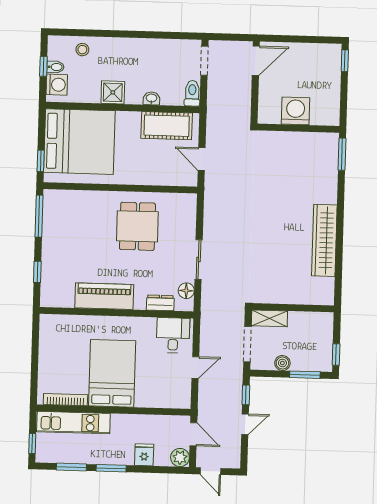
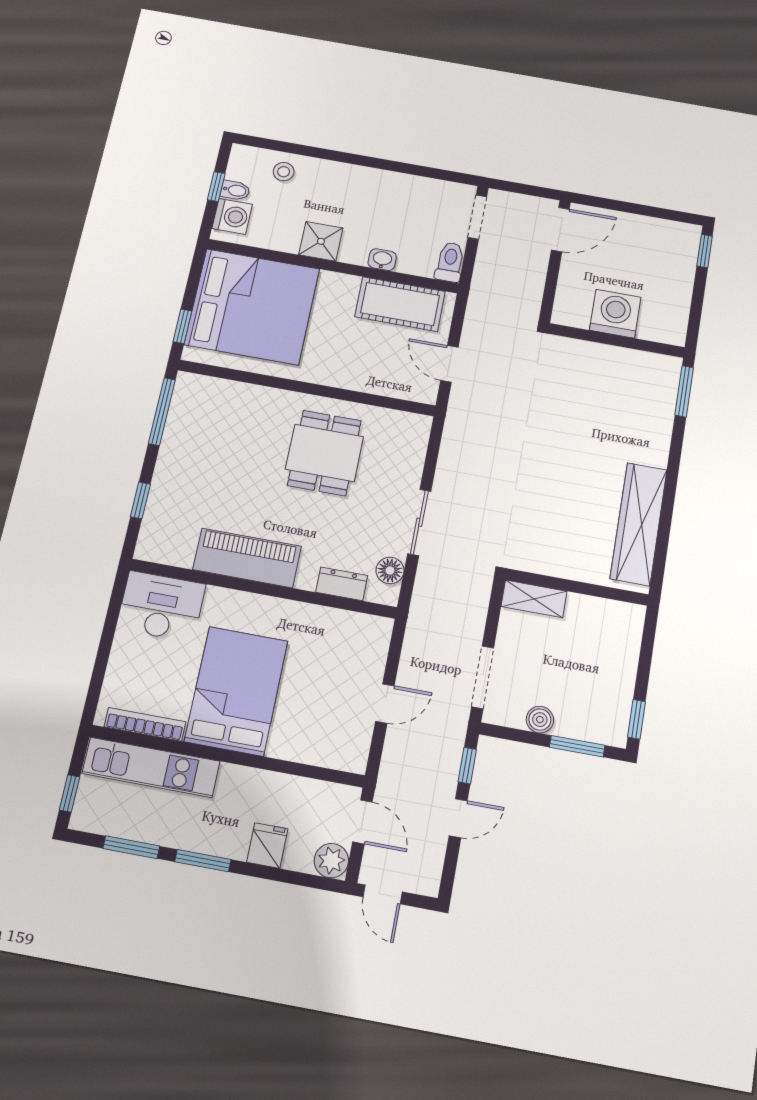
wall: (293, 308) -> (577, 587), moved
shelving: (269, 318) -> (534, 599), moved
desk: (173, 335) -> (161, 606), moved, width x1.37

